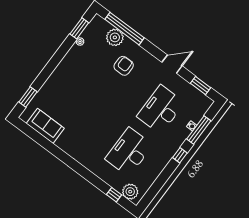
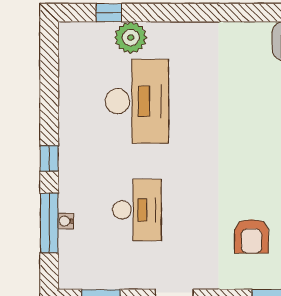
desk: (161, 109) -> (137, 210), width x0.73, depth x0.77
plant: (130, 192) -> (131, 38), moved

